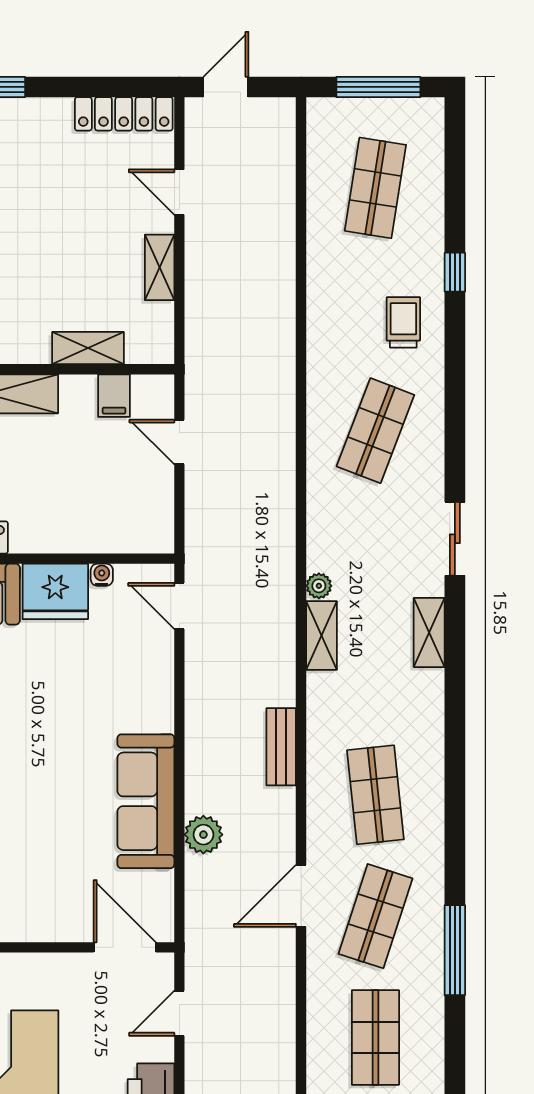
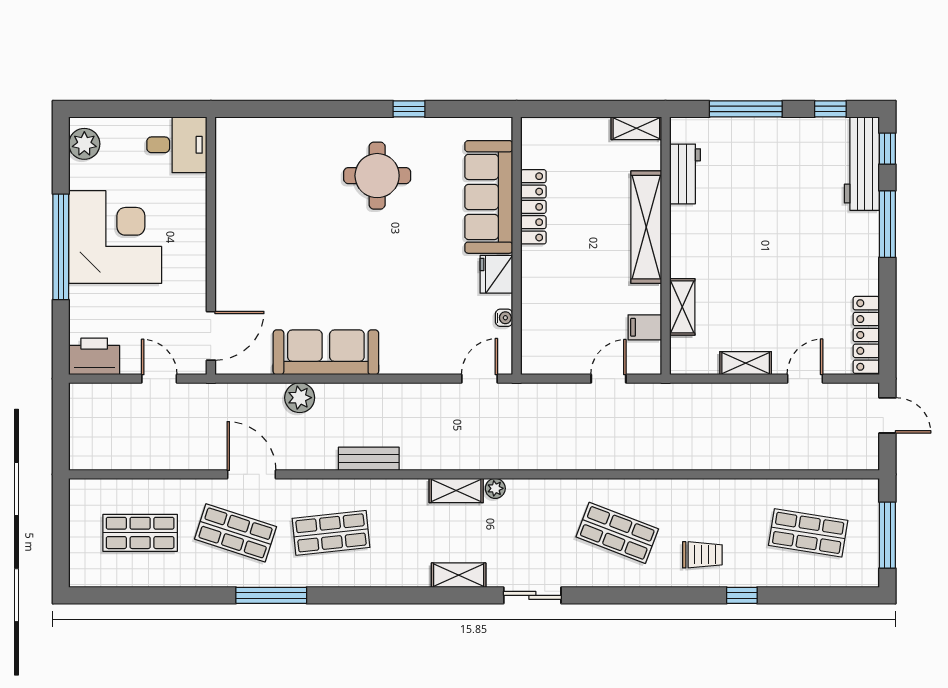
fridge: (55, 591) -> (496, 274), width x0.73, depth x0.75
window: (455, 950) -> (271, 595), moved

